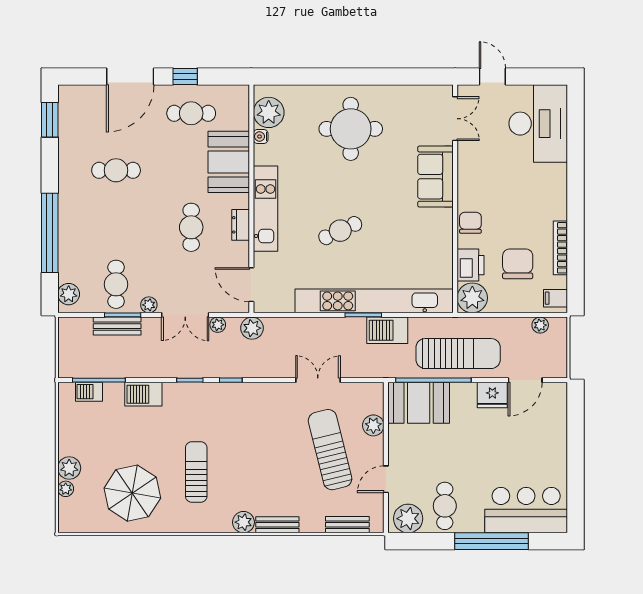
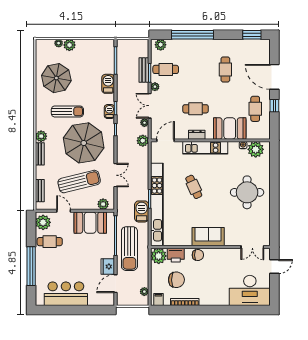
sofa: (435, 177) -> (208, 237), moved
door: (525, 380) -> (115, 284), hinge flipped
barbecue: (89, 392) -> (109, 112), moved
booth: (419, 403) -> (90, 223), moved, turned 90
plant: (373, 425) -> (103, 204), moved
parasol: (256, 441) -> (84, 143), added
bar counter: (526, 510) -> (66, 294), moved, turned -90

